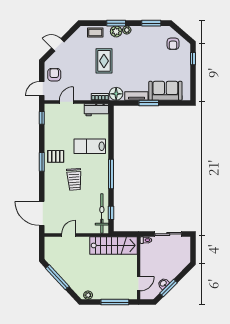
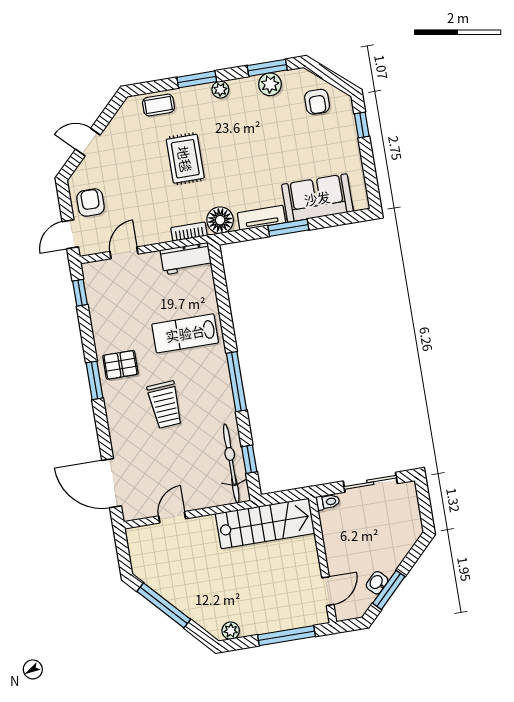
plant: (116, 31) -> (270, 84), moved

